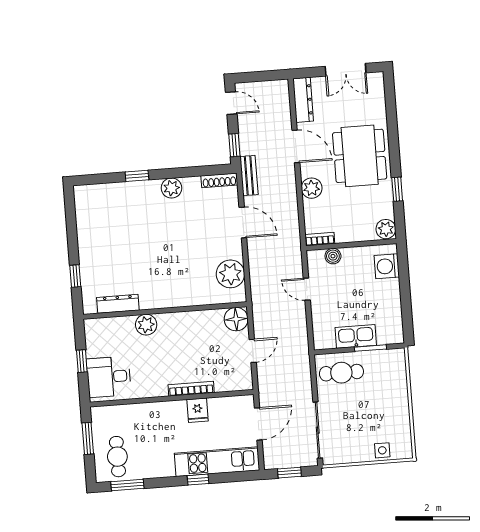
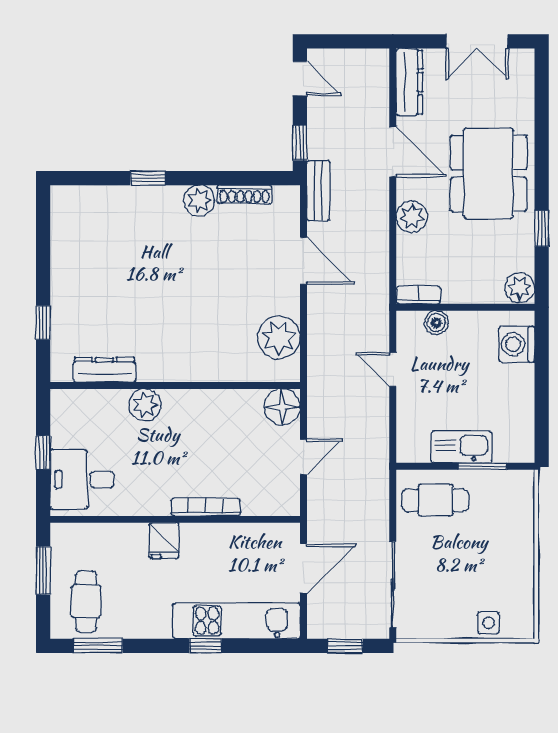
shoe rack: (219, 180) -> (245, 194), moved
fridge: (197, 410) -> (164, 541), moved

